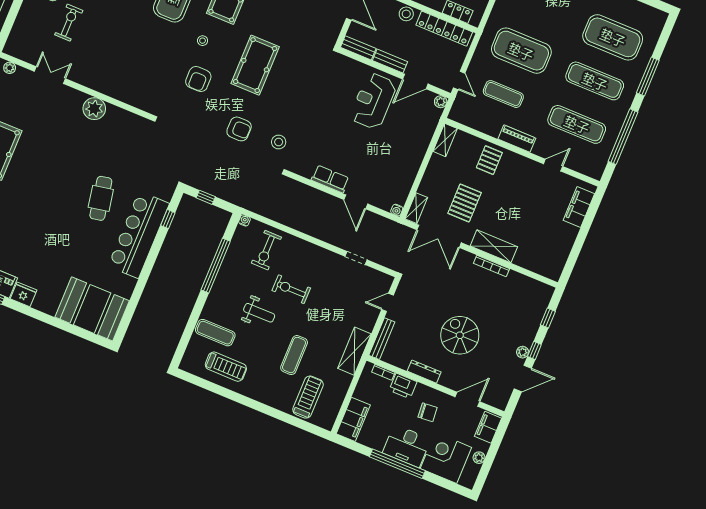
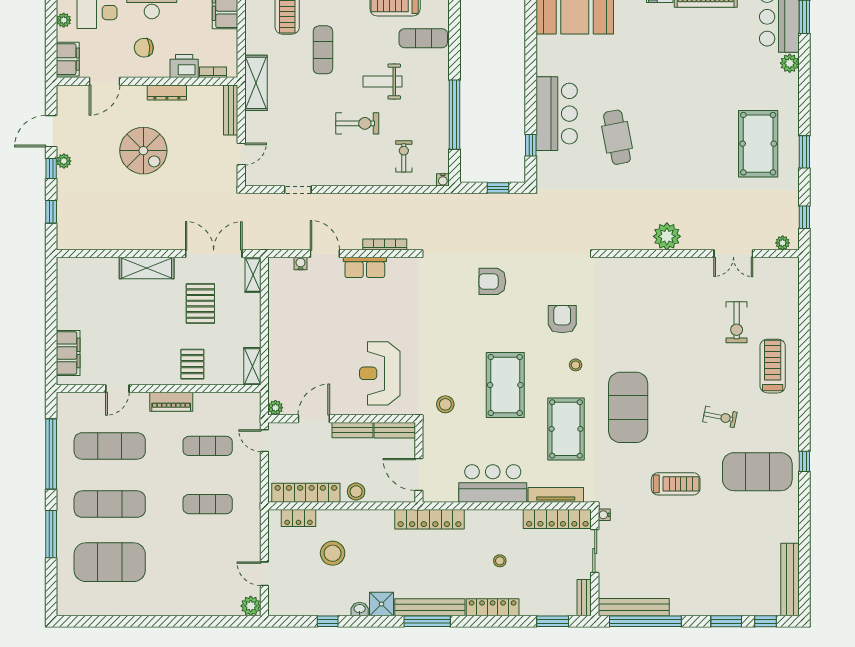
exercise mat: (521, 51) -> (208, 504), width x0.50, depth x0.69
pool table: (255, 65) -> (505, 385), moved
reception desk: (373, 101) -> (380, 373), moved, turned 180
stool: (279, 142) -> (445, 404), moved
water cooler: (397, 210) -> (301, 264), moved
bar counter: (139, 235) -> (557, 114), width x0.73
exercise bike: (266, 250) -> (404, 156), width x0.73, depth x0.72
bookcase: (491, 266) -> (385, 244), moved

